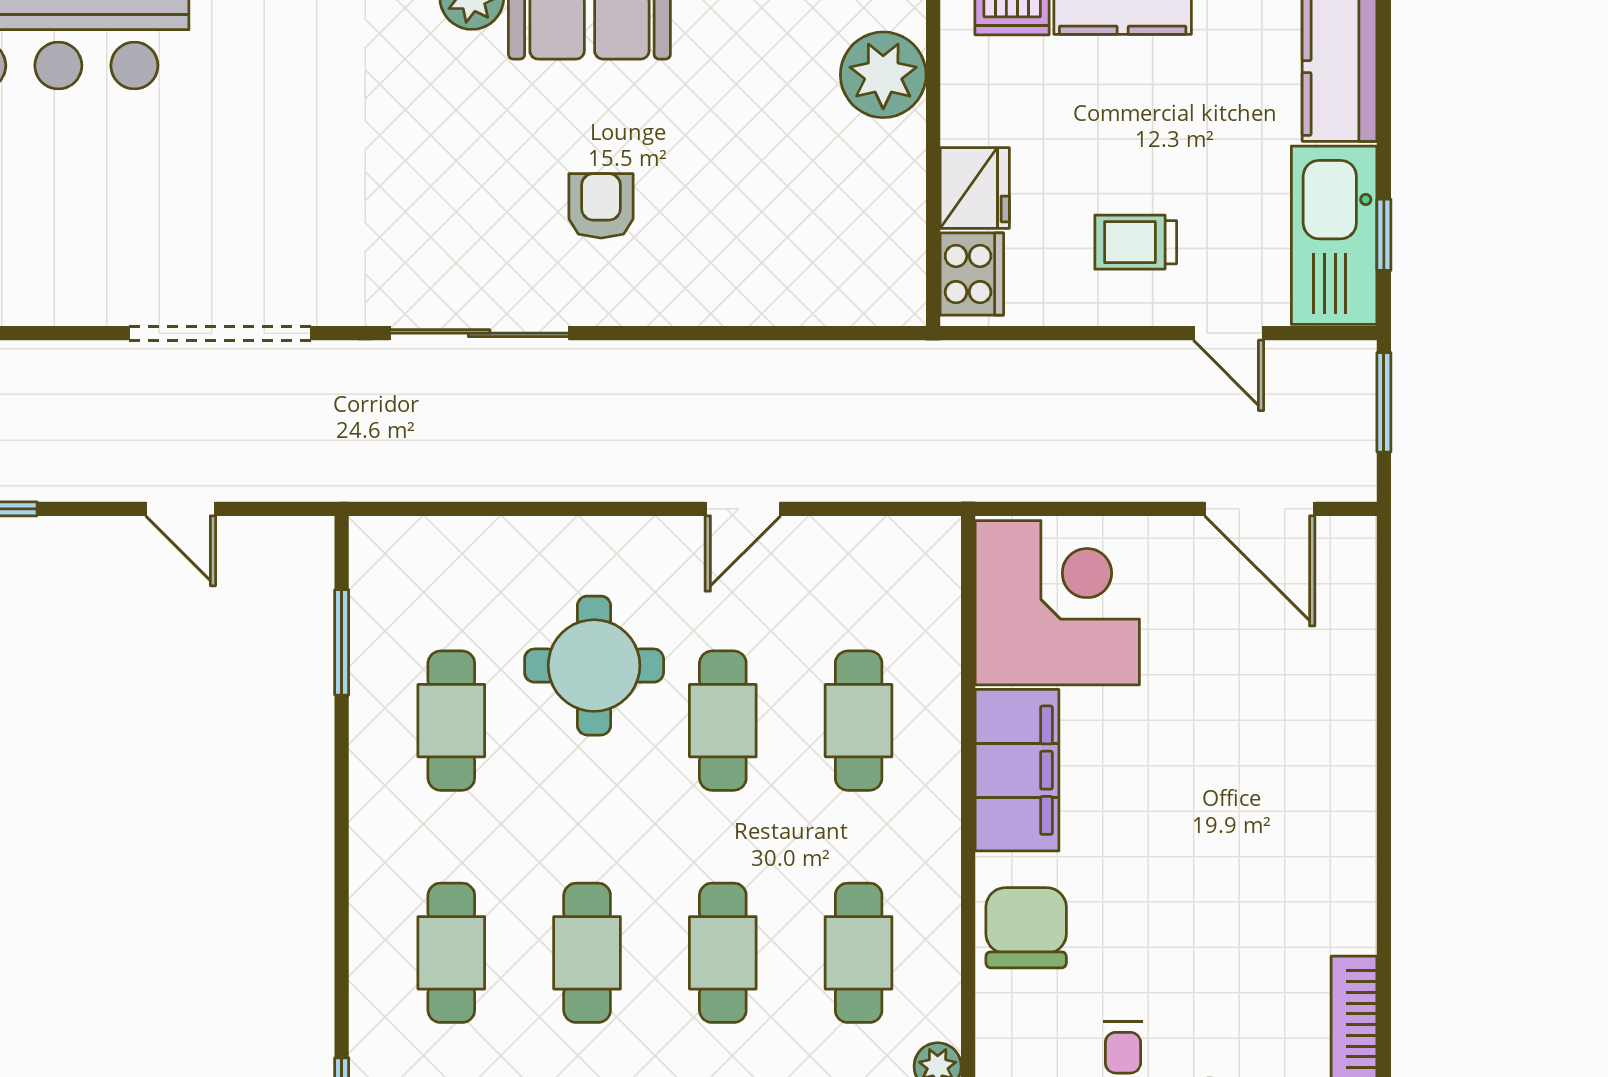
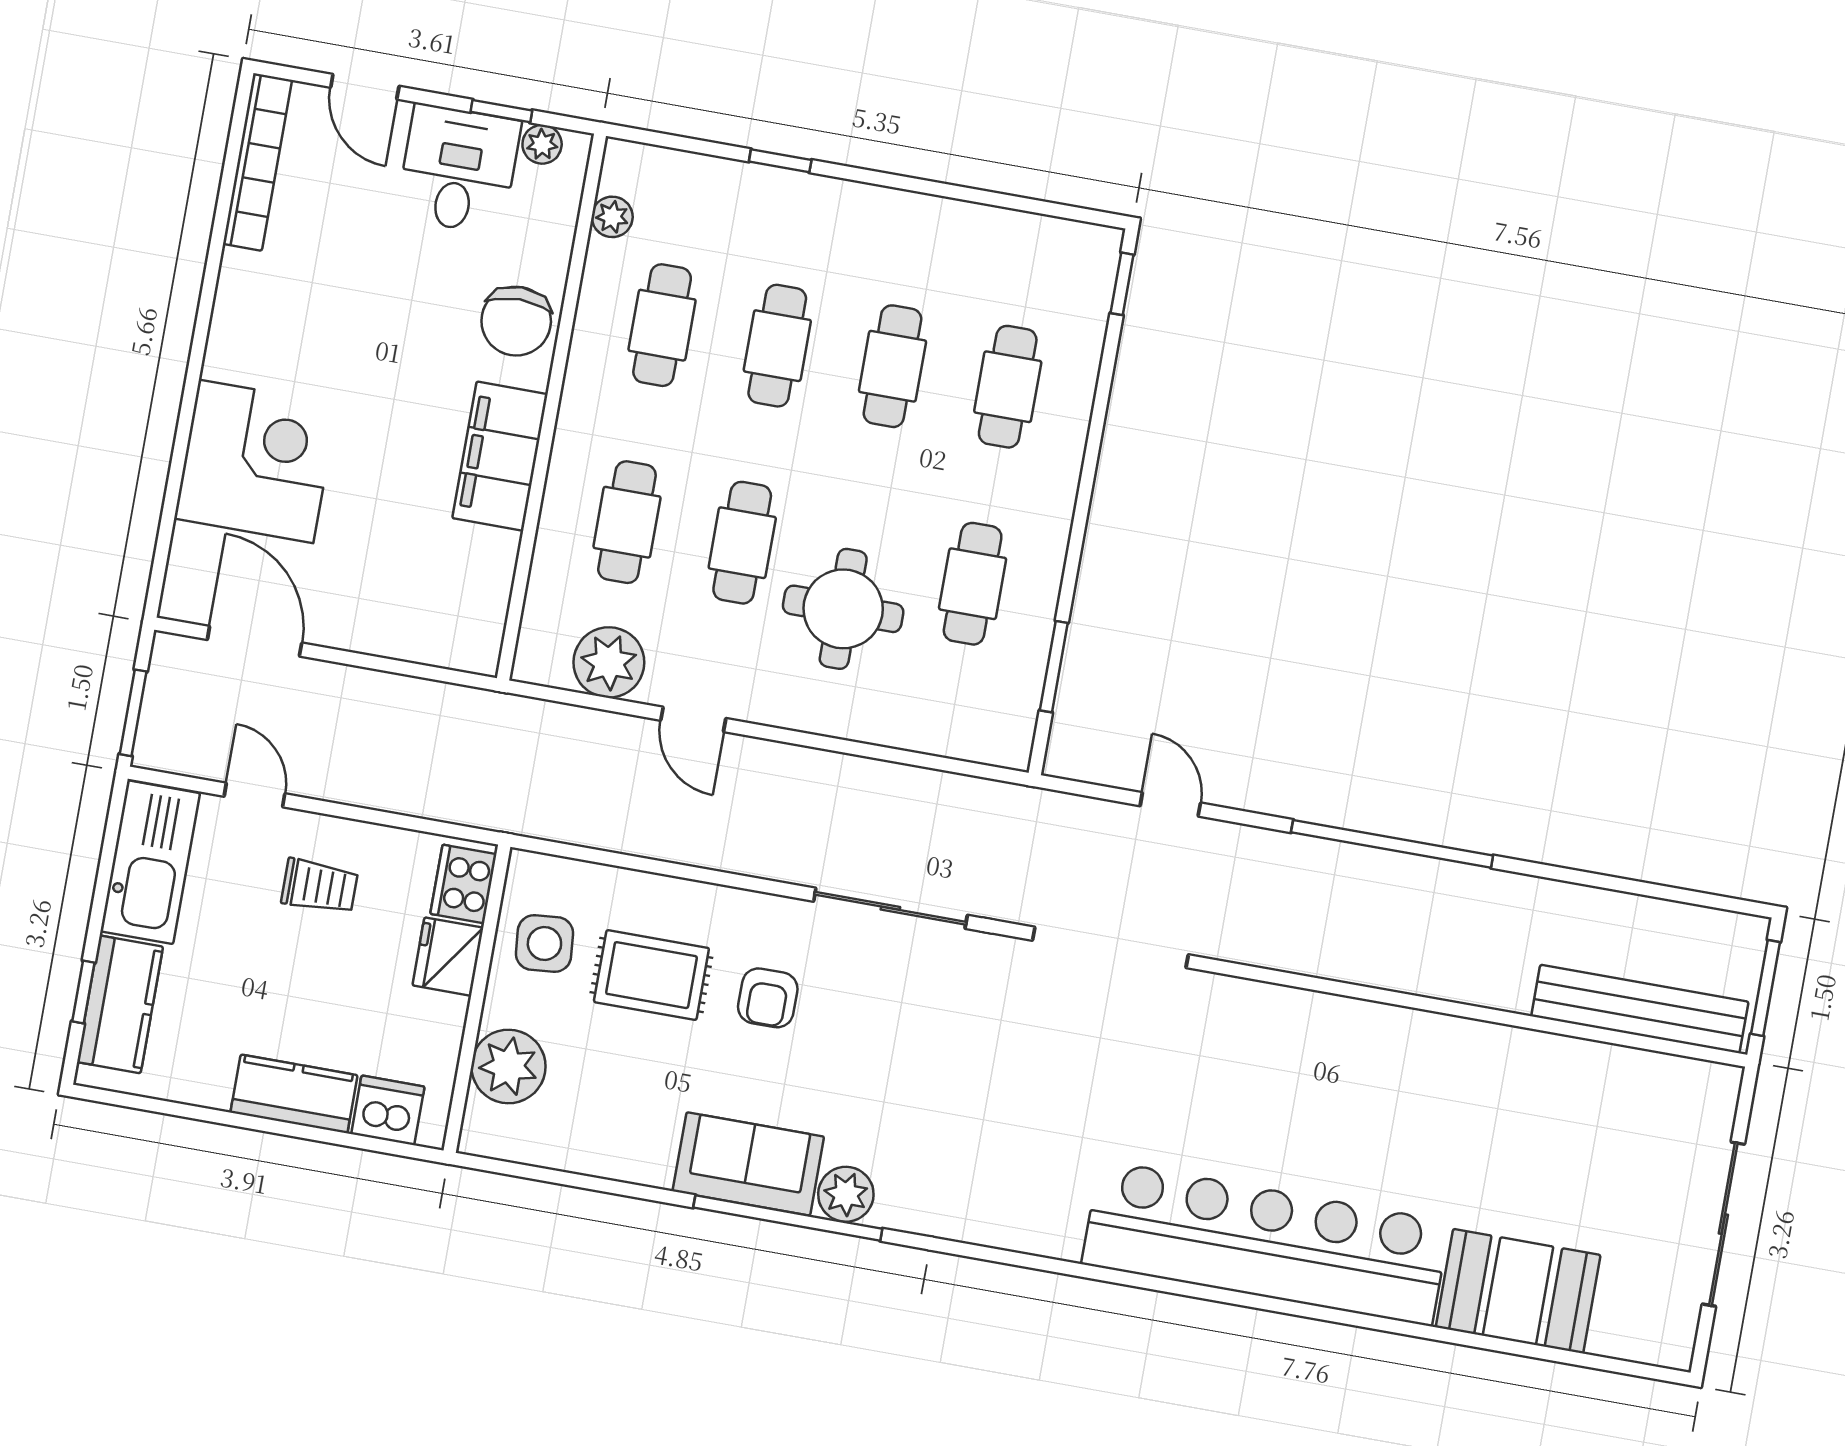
rug: (738, 208) -> (651, 975), added
side table: (867, 223) -> (544, 943), added
window: (1384, 235) -> (83, 992), moved
door: (743, 509) -> (693, 719), swing flipped
plant: (851, 557) -> (609, 662), added
corner desk: (1057, 603) -> (256, 461), moved, turned 180

